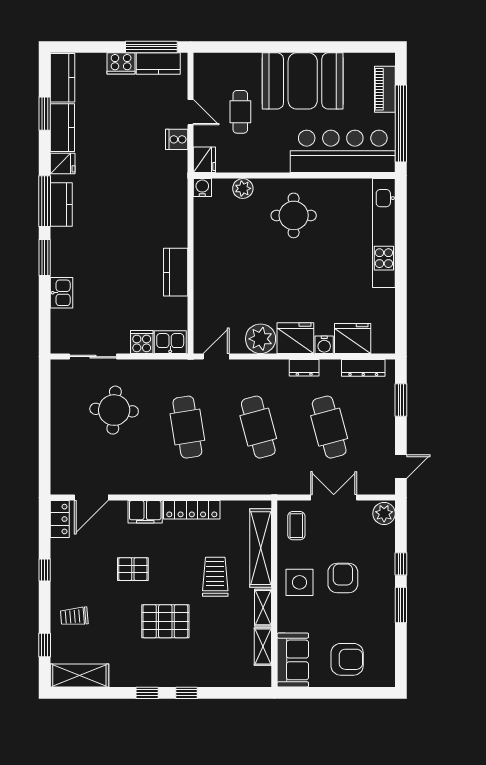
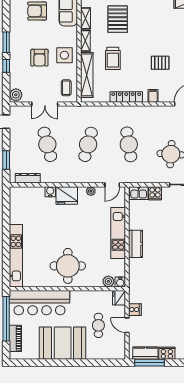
plant: (243, 188) -> (108, 281), moved
round table: (294, 215) -> (68, 266), width x1.36, depth x1.36
kitchen counter: (176, 272) -> (136, 244), moved
kitchen unit: (206, 273) -> (118, 233), added
fridge: (353, 338) -> (34, 195), removed
plant: (261, 339) -> (91, 191), width x0.53, depth x0.53
dresser: (304, 368) -> (62, 178), removed
cafe table: (258, 427) -> (88, 144), turned 30
filing cabinet: (145, 512) -> (153, 96), width x0.50
pallet: (165, 621) -> (118, 19), moved, turned 90

